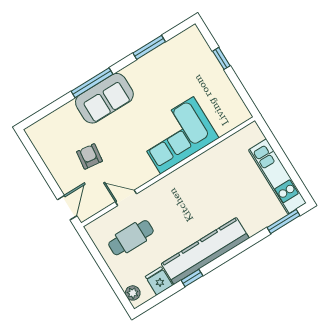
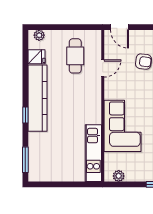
plant: (237, 105) -> (119, 176), added
kitchen unit: (277, 176) -> (93, 153), moved, turned -90
window: (192, 278) -> (25, 115), moved

